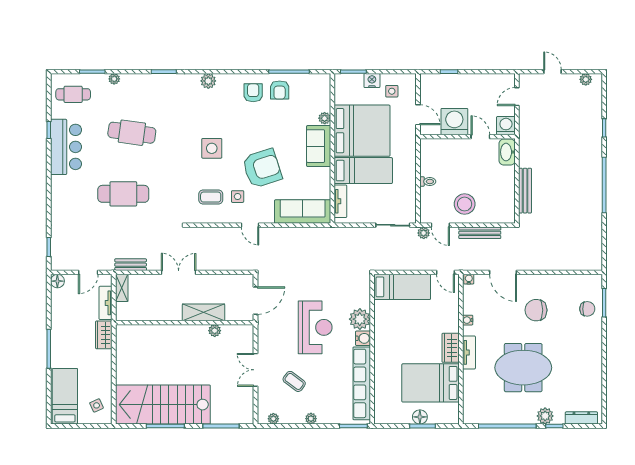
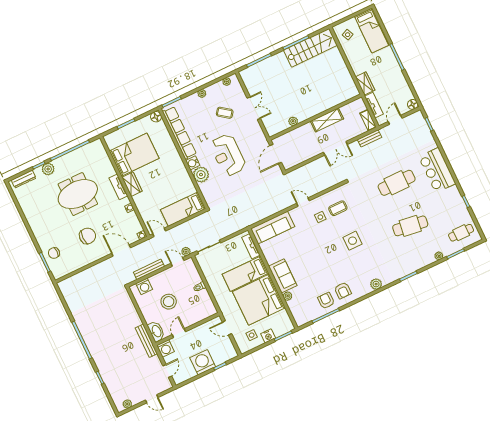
washing machine: (454, 122) -> (203, 362), moved, turned 180
door: (480, 137) -> (179, 333), swing flipped
bar counter: (66, 147) -> (437, 170), moved
armchair: (262, 168) -> (313, 243), removed
bench: (525, 191) -> (146, 341), moved
stool: (465, 204) -> (169, 302), moved
washing machine: (496, 215) -> (144, 286), added
shelving: (203, 312) -> (327, 120), moved
stairs: (163, 405) -> (310, 48), width x0.73, depth x0.66
floor lamp: (420, 417) -> (156, 117), moved

